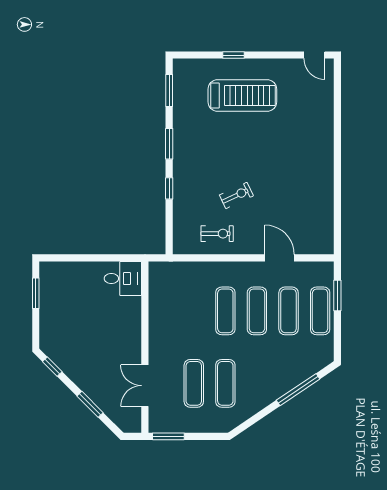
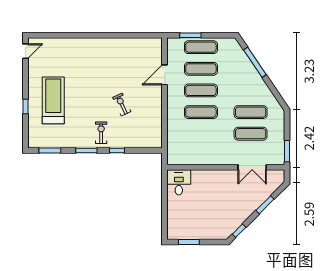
exercise bike: (217, 234) -> (101, 133), moved

